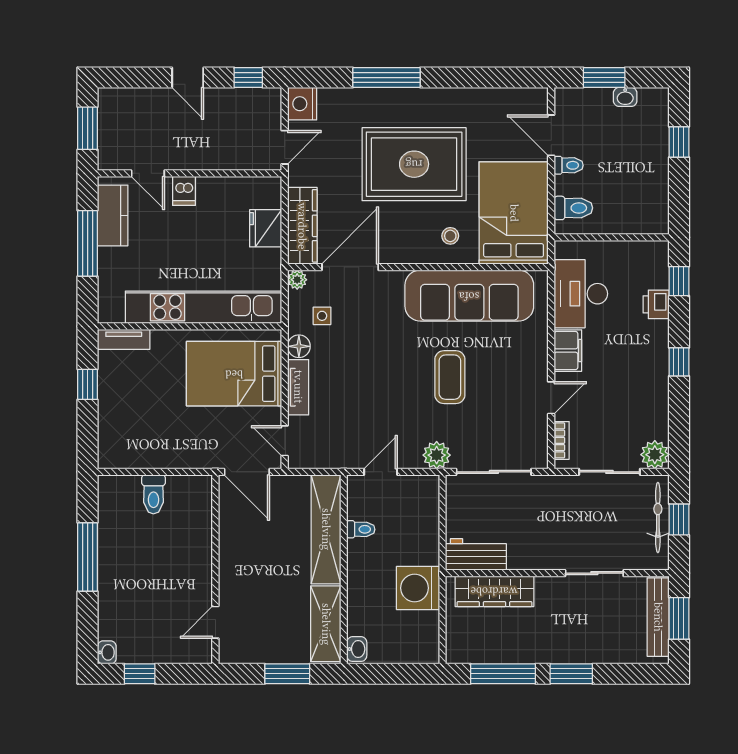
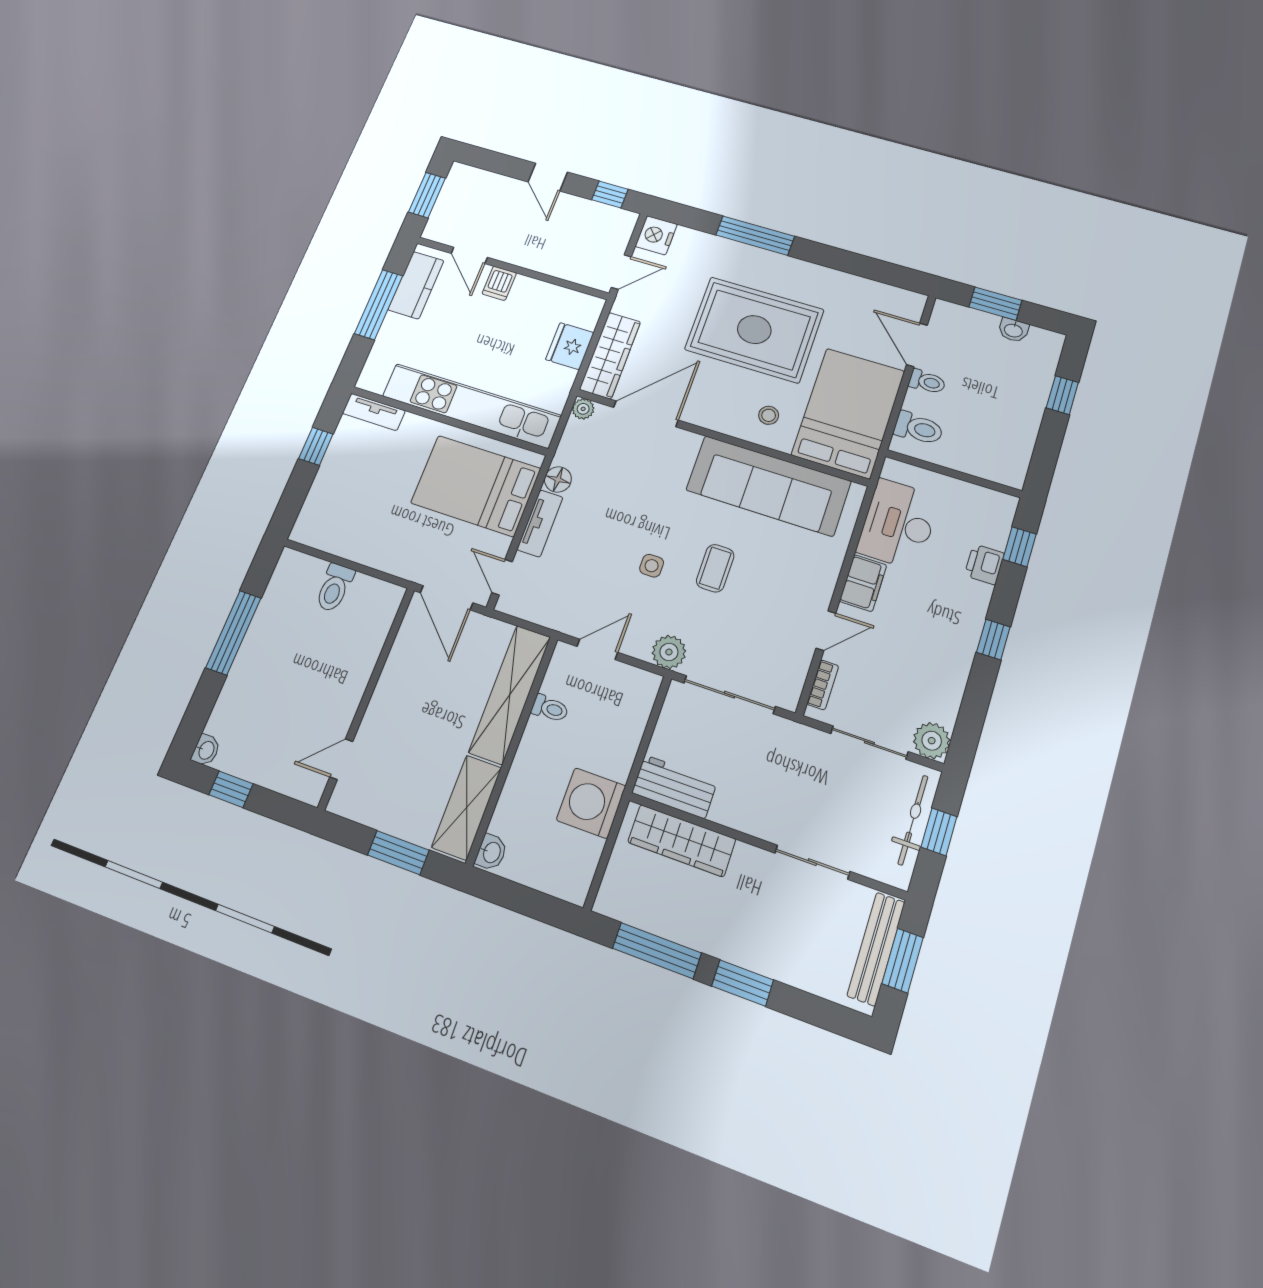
side table: (322, 316) -> (652, 566), moved
coffee table: (450, 377) -> (715, 568), width x0.73, depth x0.77

